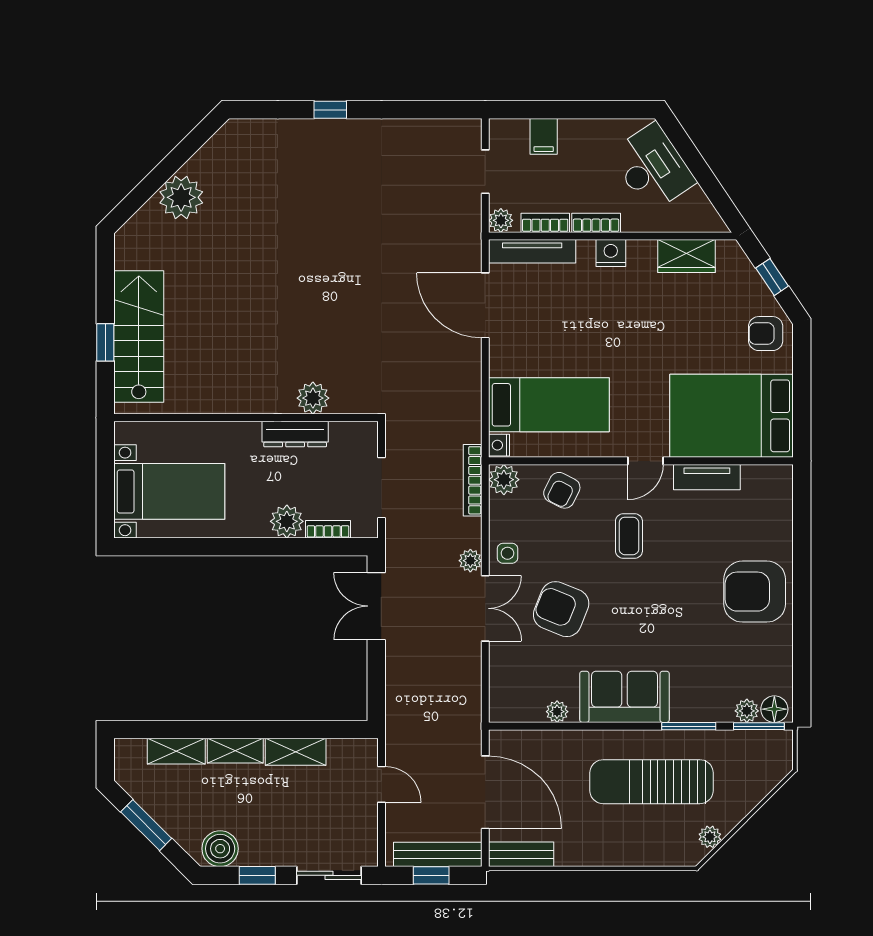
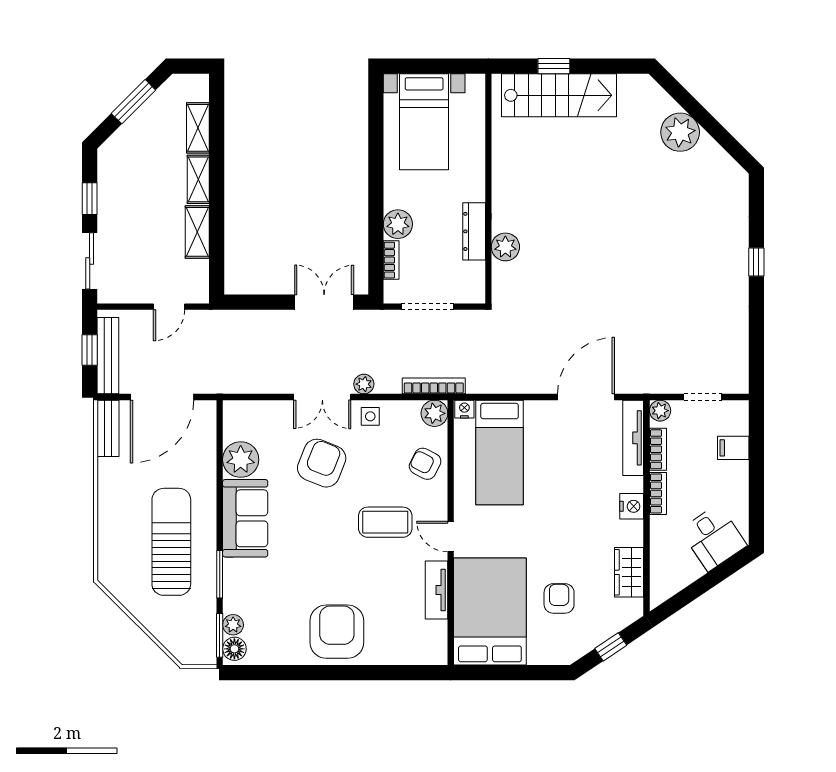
desk: (652, 168) -> (714, 538), width x0.73
armchair: (766, 334) -> (559, 598), moved
coffee table: (629, 536) -> (385, 522), width x1.36, depth x1.30
plant: (557, 712) -> (241, 460), width x1.88, depth x1.88
plant: (710, 837) -> (123, 593), removed
boiler: (220, 849) -> (113, 166), removed

